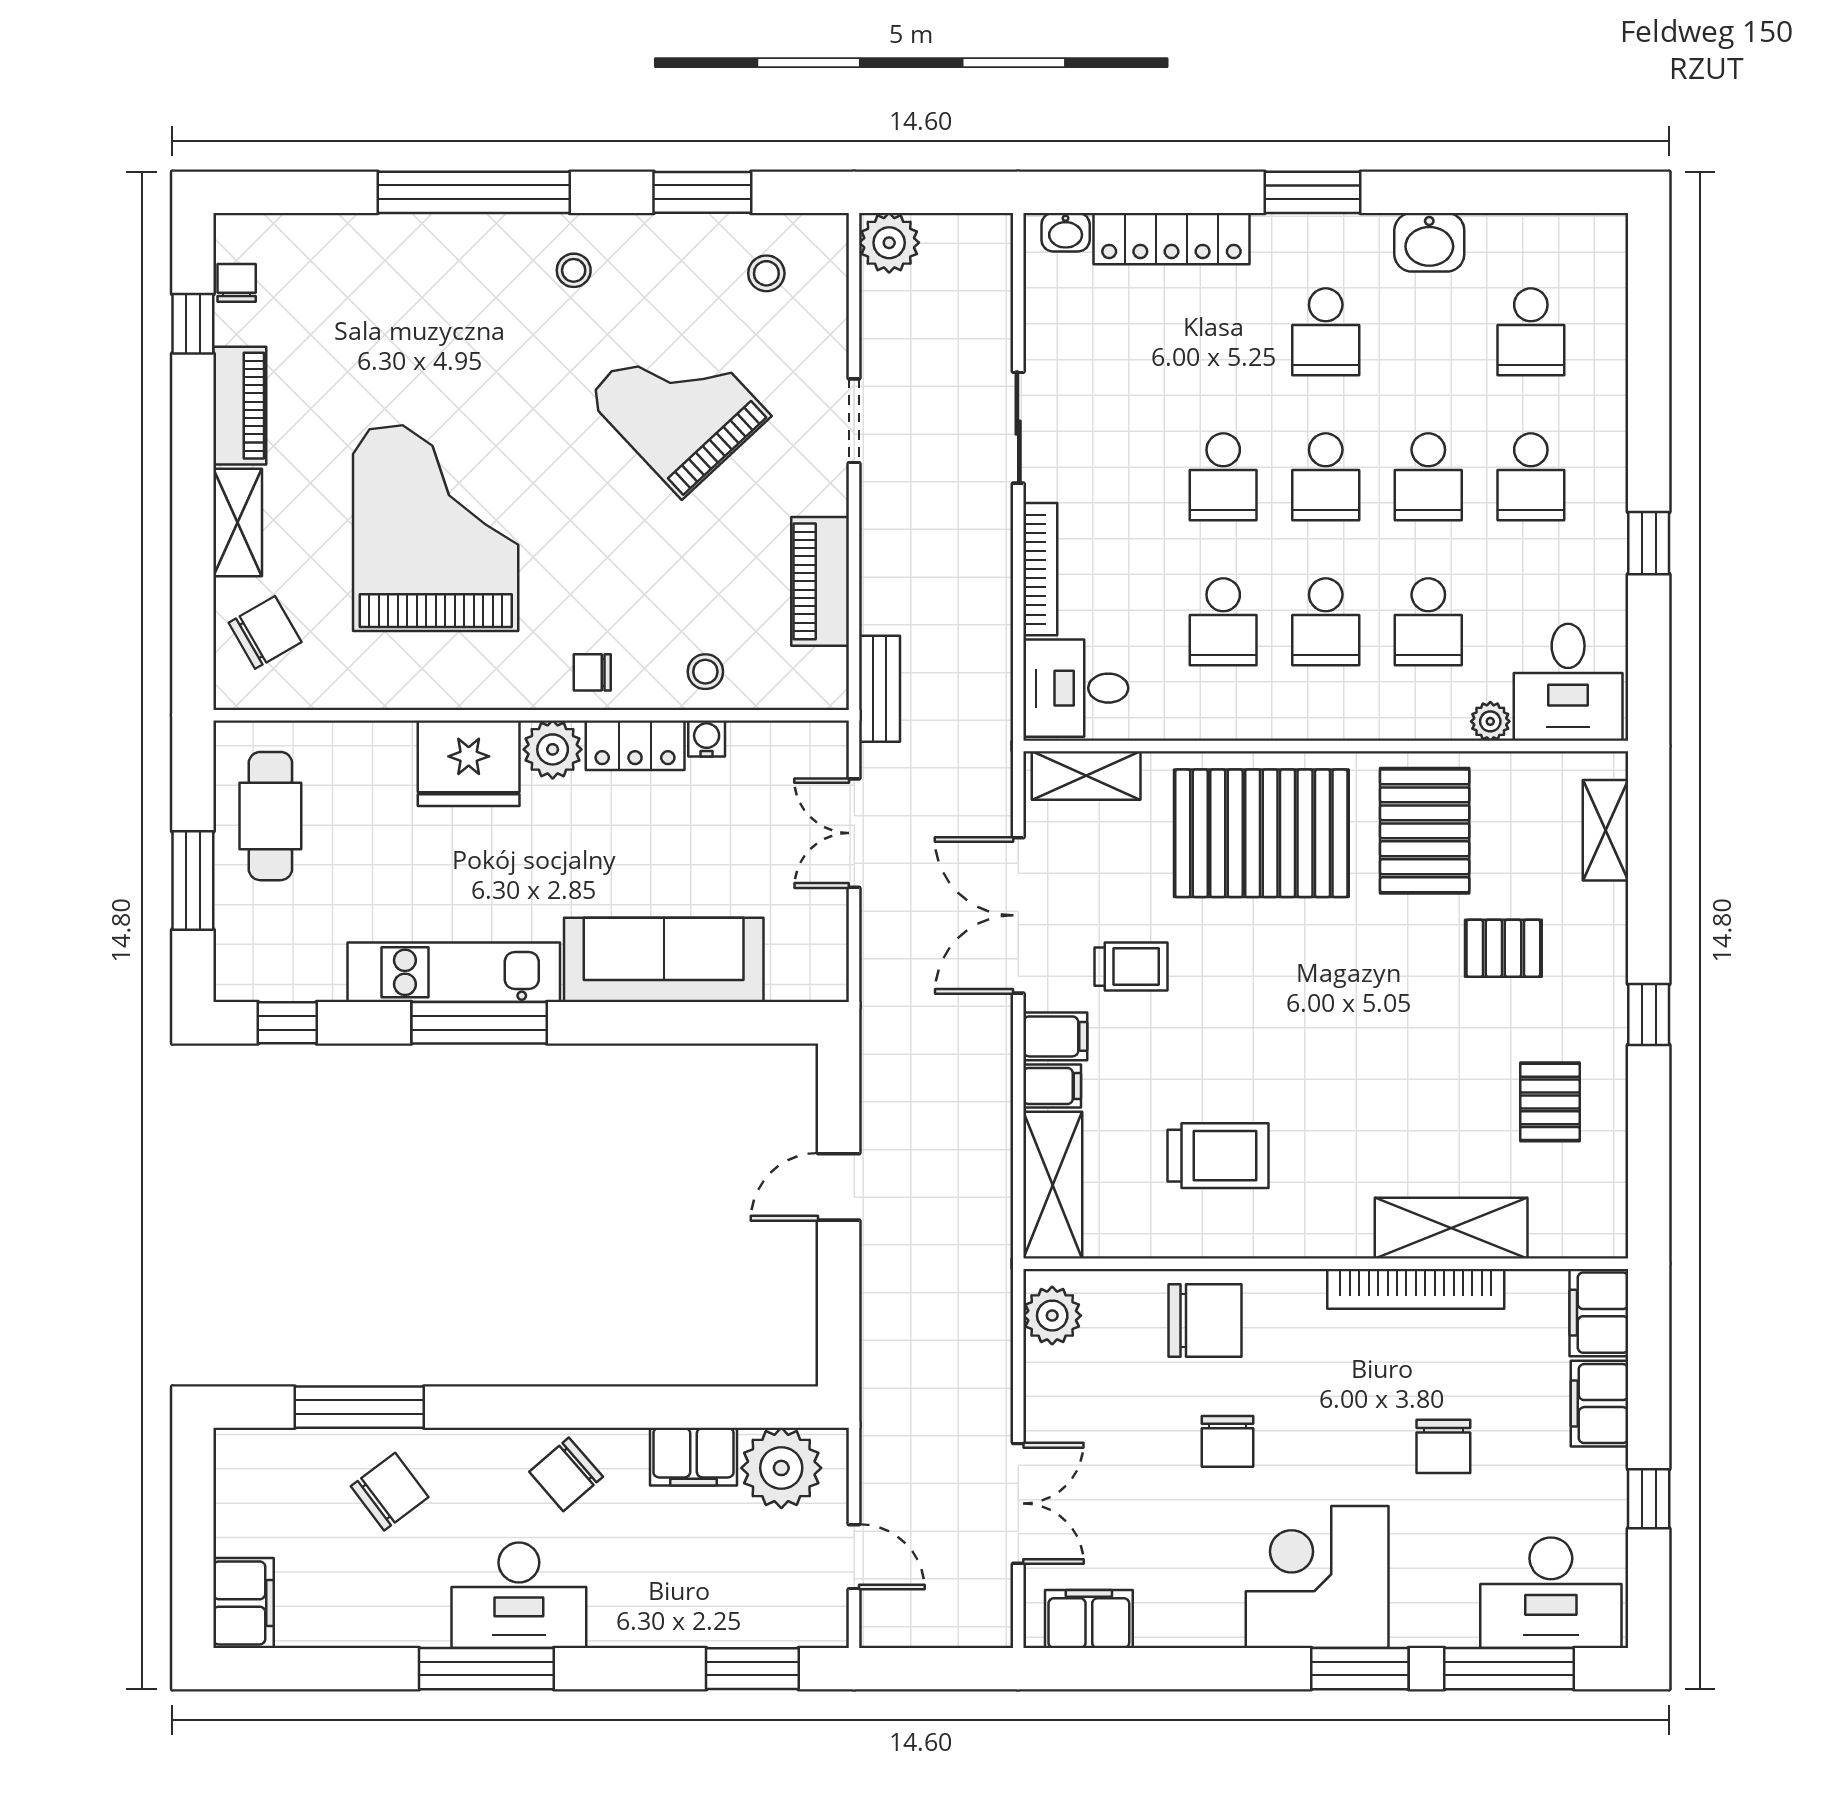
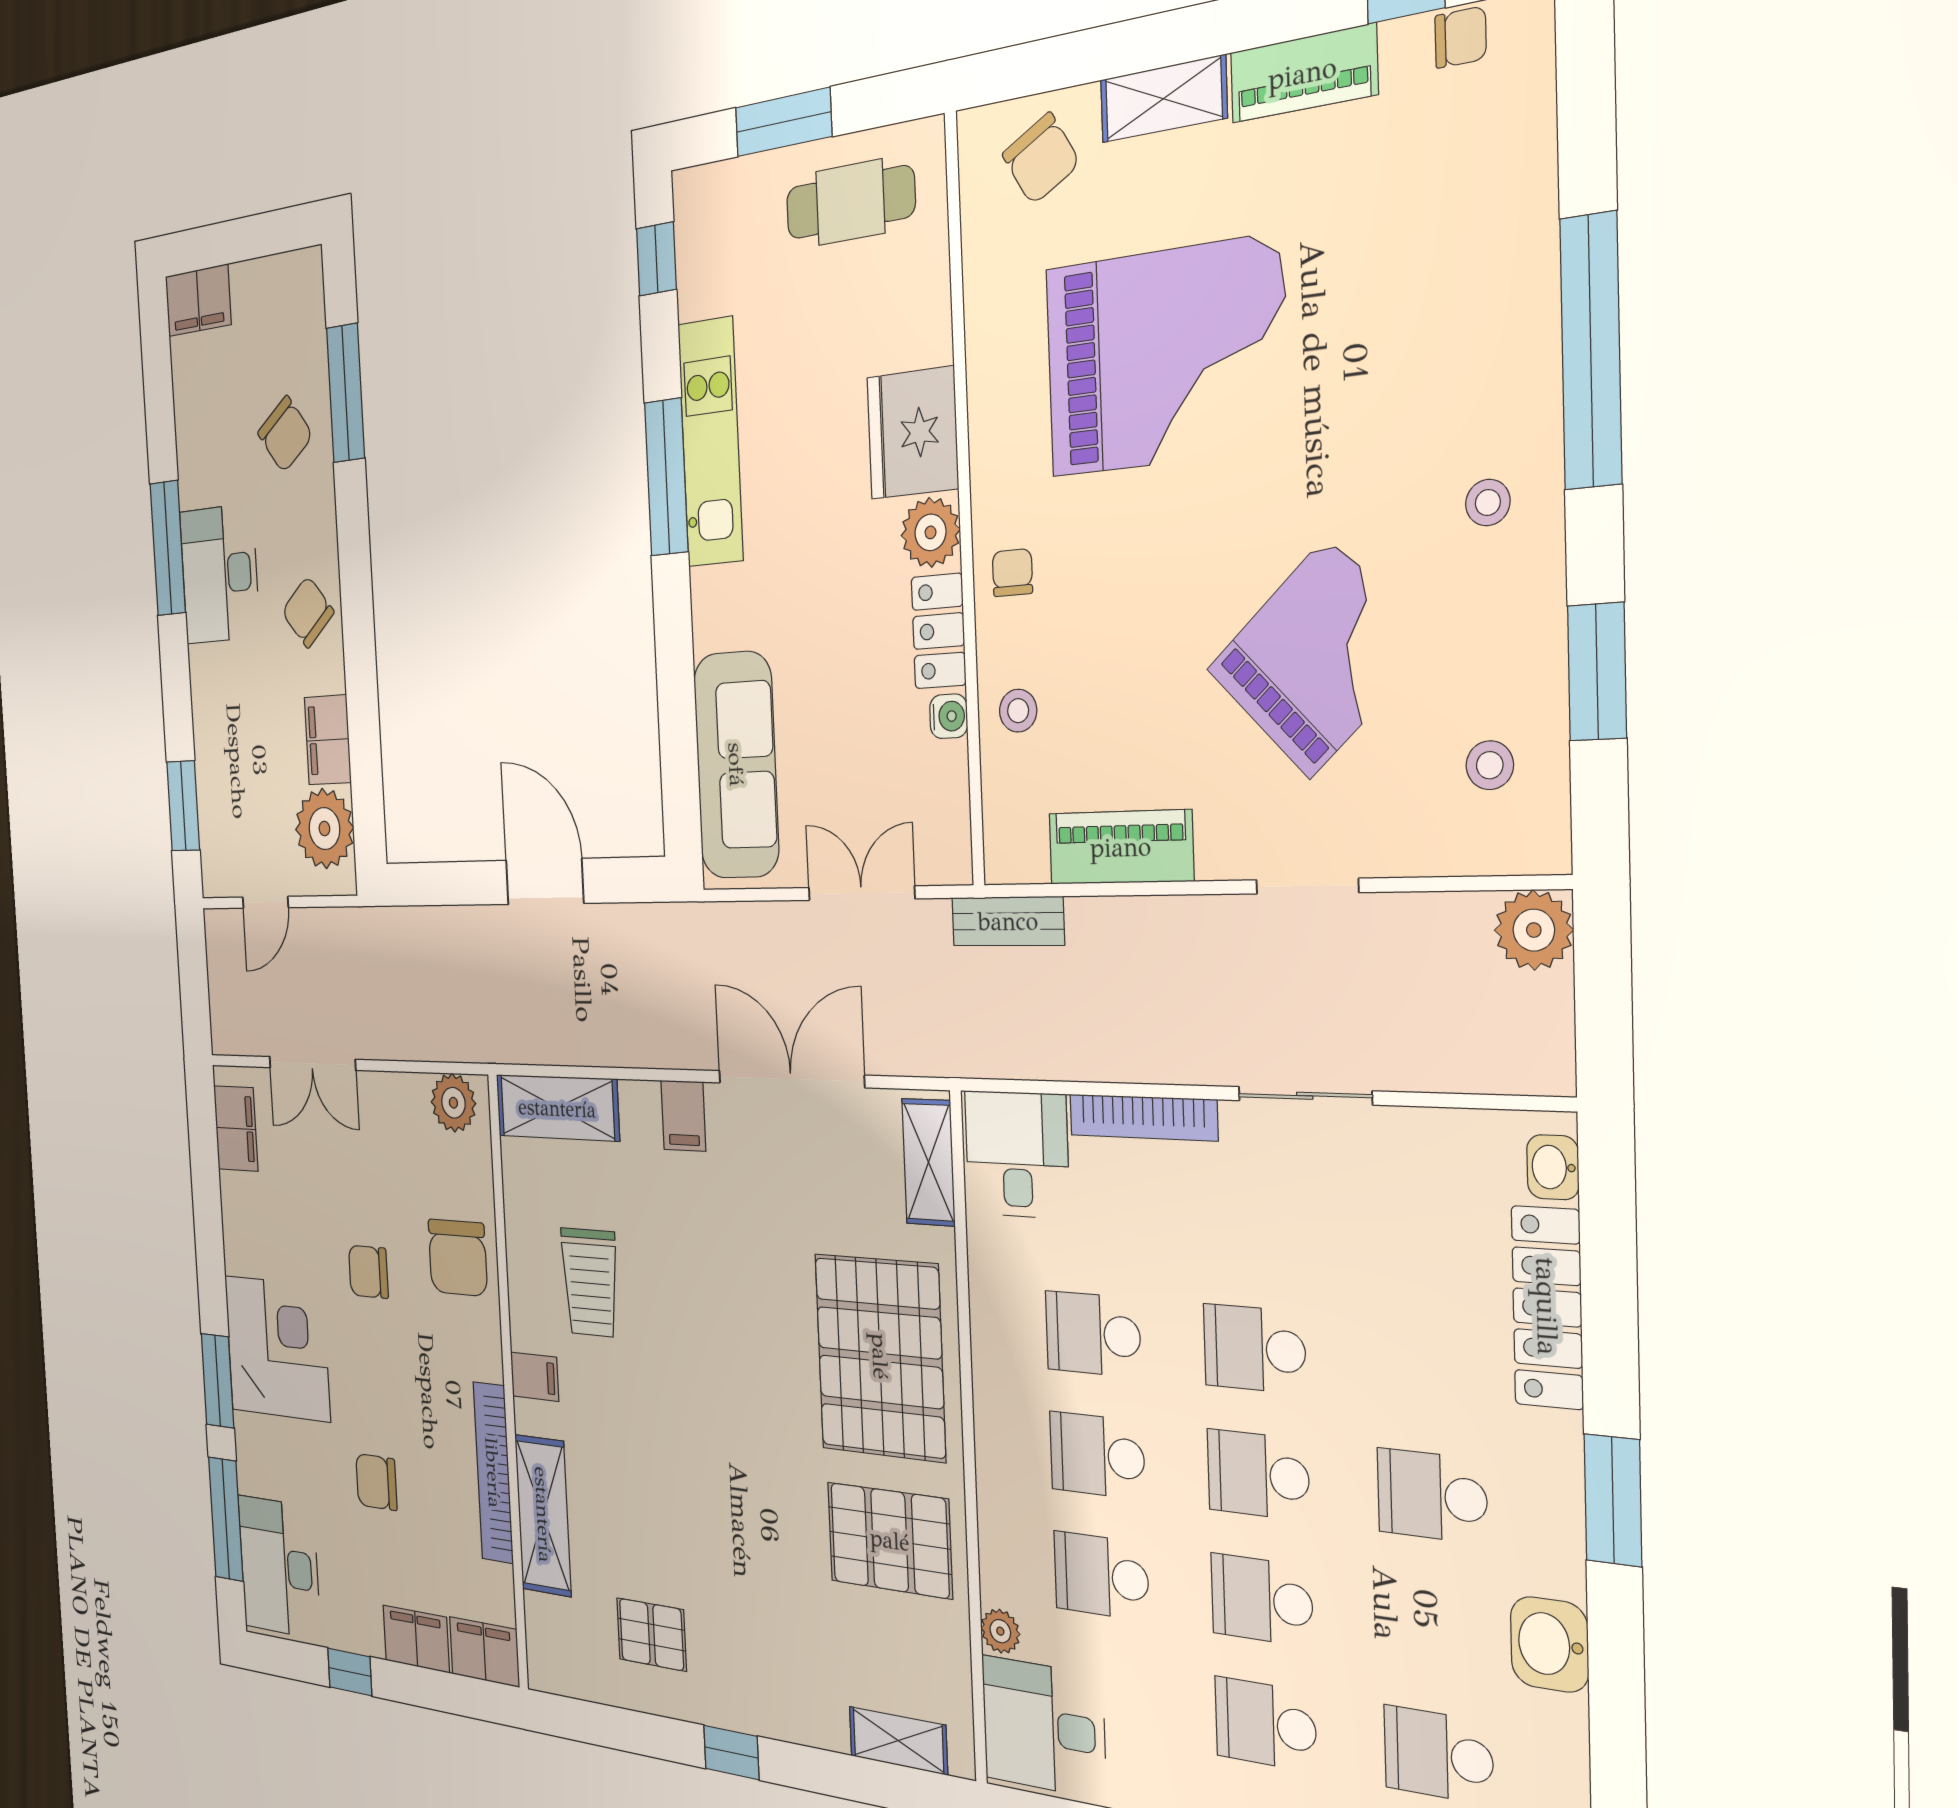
pallet: (1503, 948) -> (784, 1609), removed
sofa: (664, 960) -> (736, 765), moved
trolley: (1131, 967) -> (749, 1202), removed
filing cabinet: (1052, 1086) -> (535, 1377), moved, turned -90
door: (839, 1187) -> (545, 882), width x1.38

